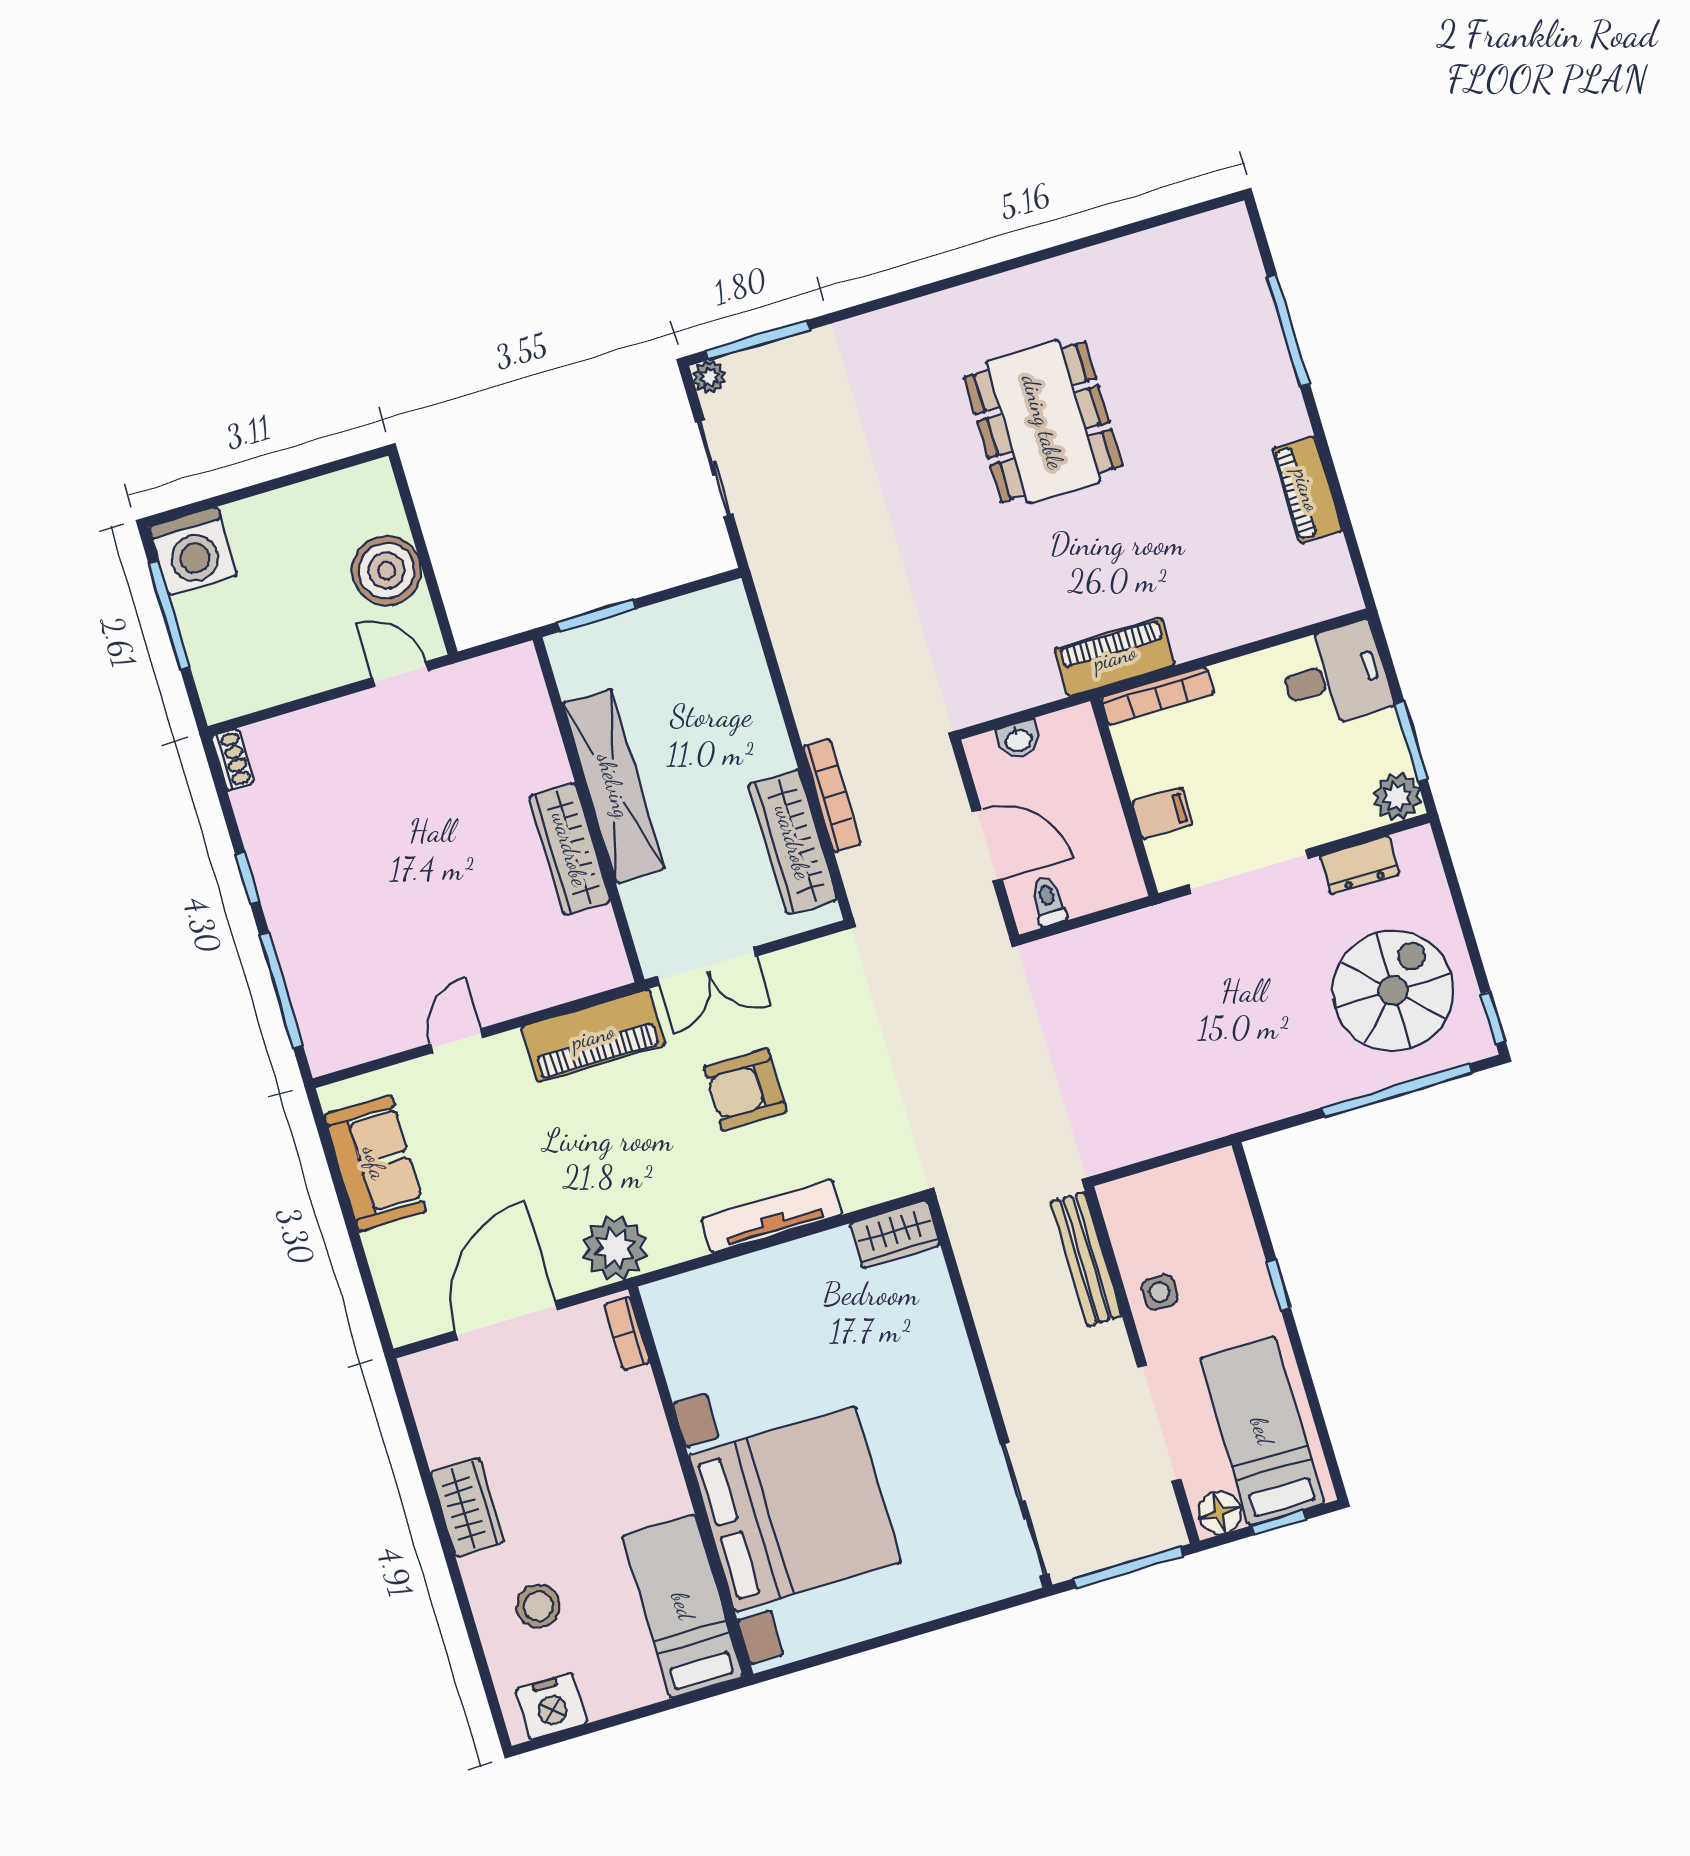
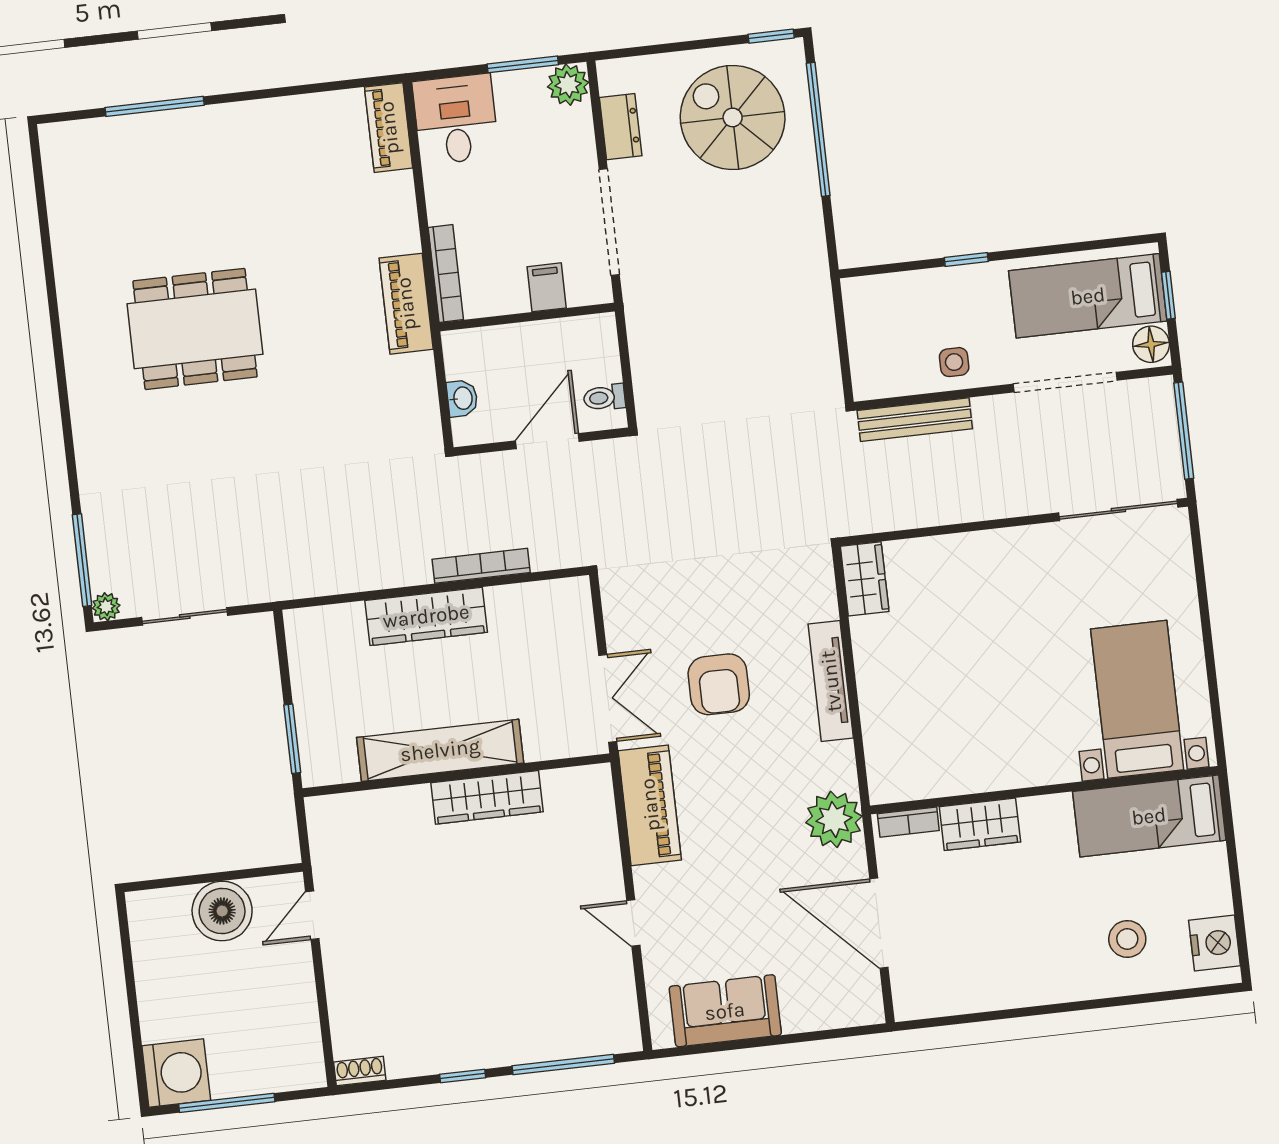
piano: (1307, 490) -> (389, 128), moved, turned 90
wardrobe: (793, 842) -> (426, 616), moved
wardrobe: (467, 1507) -> (980, 824), moved, turned 180
bed with nightstands: (795, 1509) -> (1137, 699), width x0.54

